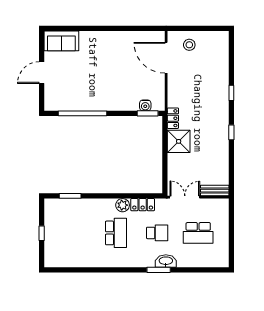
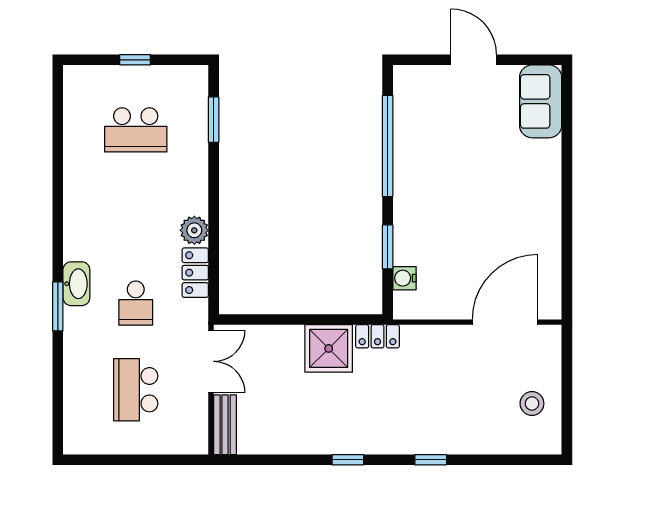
stool: (189, 45) -> (532, 403), moved
window: (148, 113) -> (388, 247), moved
school desk: (116, 233) -> (136, 130), moved
washbasin: (166, 261) -> (76, 284), moved

